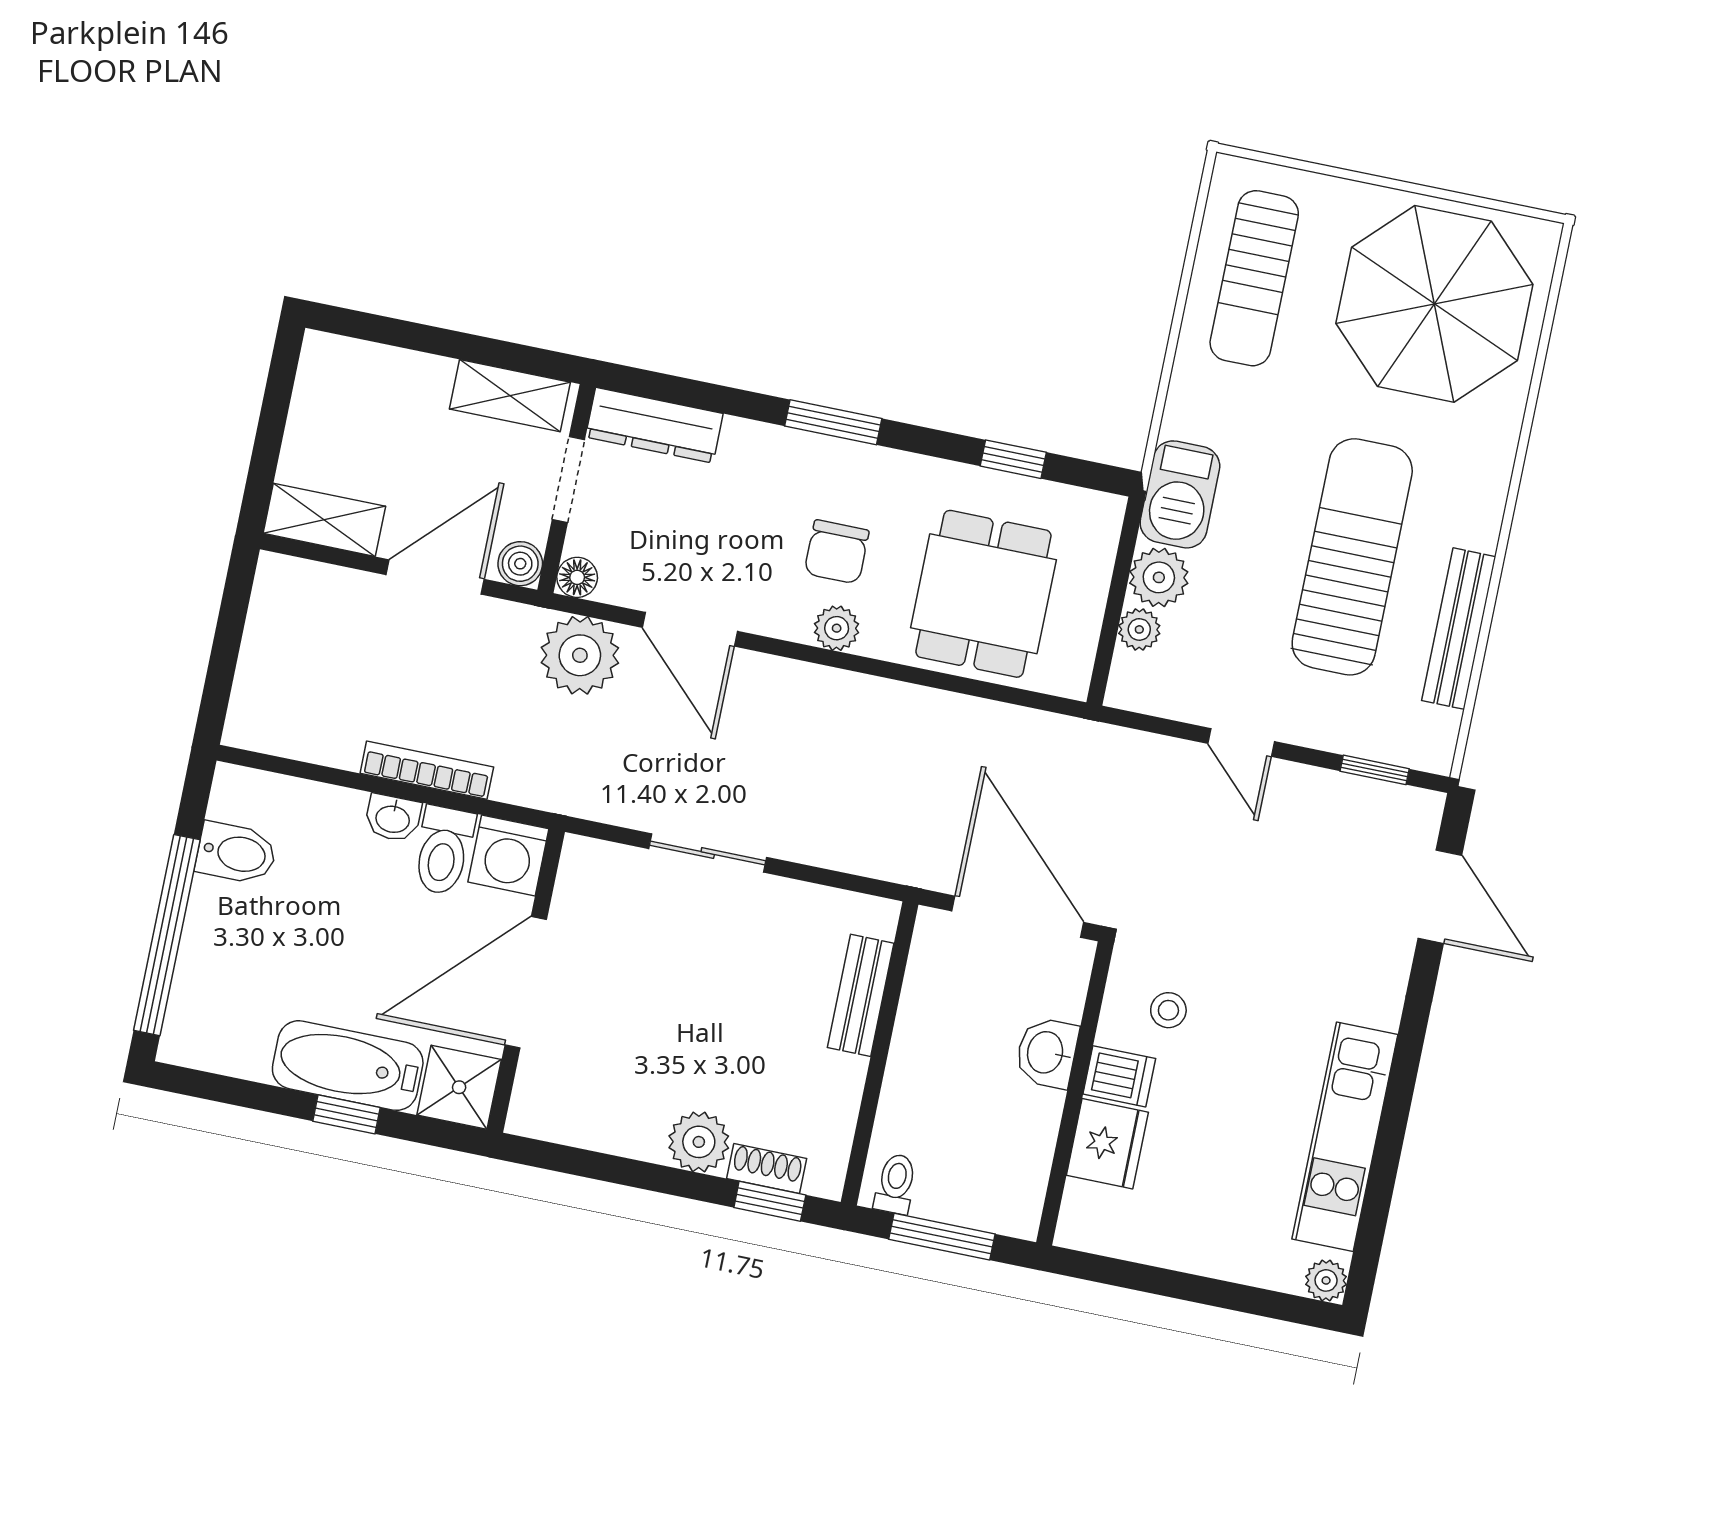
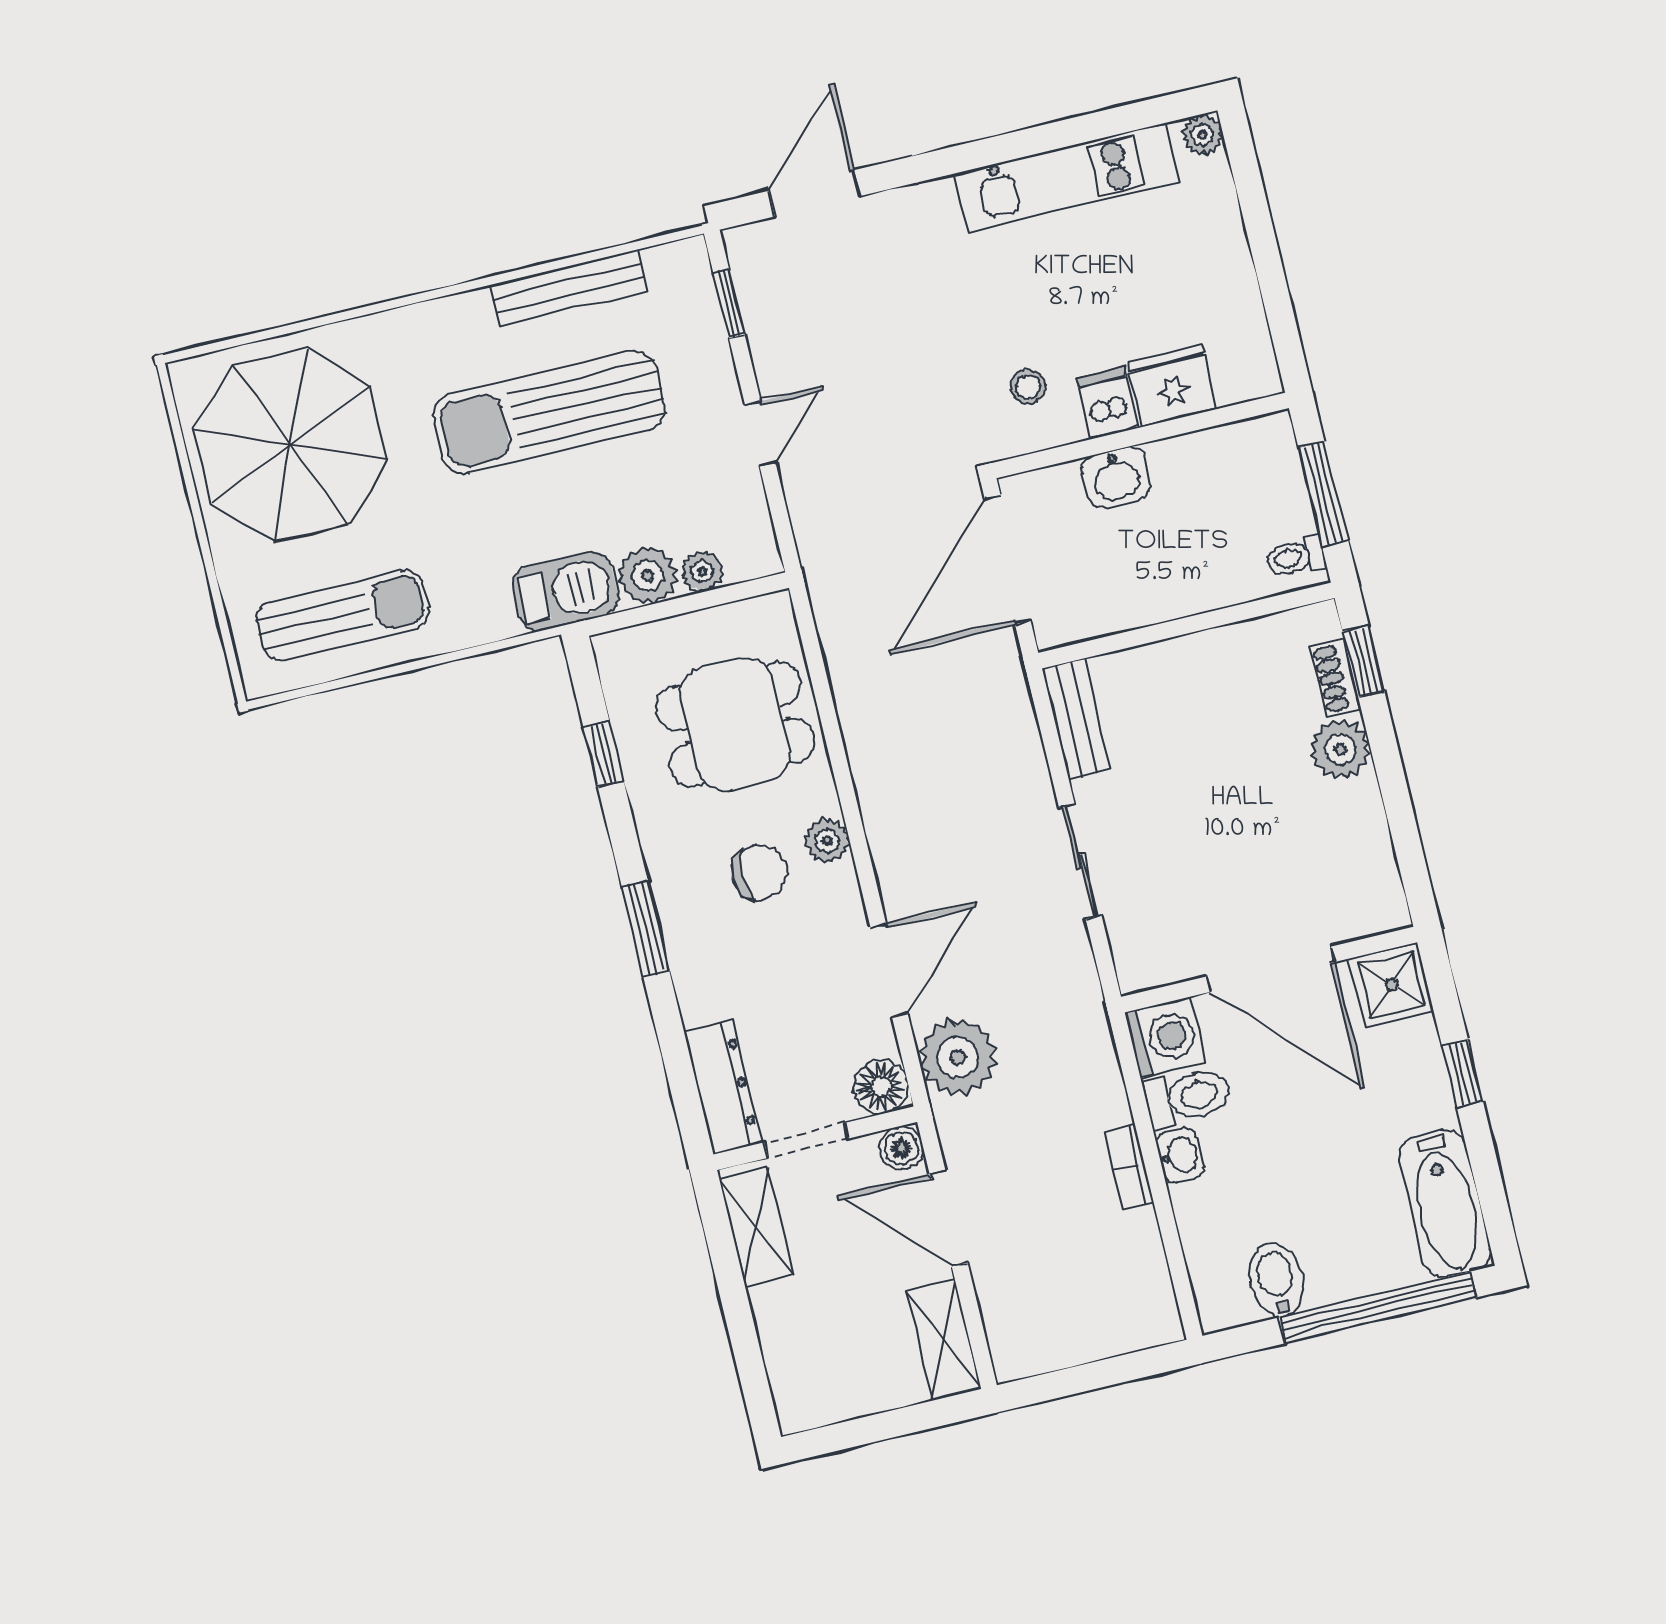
floor lamp: (577, 577) -> (881, 1086), width x1.37, depth x1.37
bookcase: (427, 770) -> (1129, 1167), width x0.64
bench: (861, 995) -> (1076, 718), moved, turned 90
bathtub: (348, 1066) -> (1445, 1204), moved

